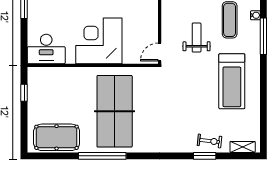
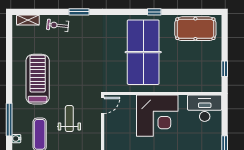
weight bench: (197, 37) -> (69, 119), turned 180
window: (102, 156) -> (154, 12), width x0.32
window: (205, 156) -> (79, 12), moved

